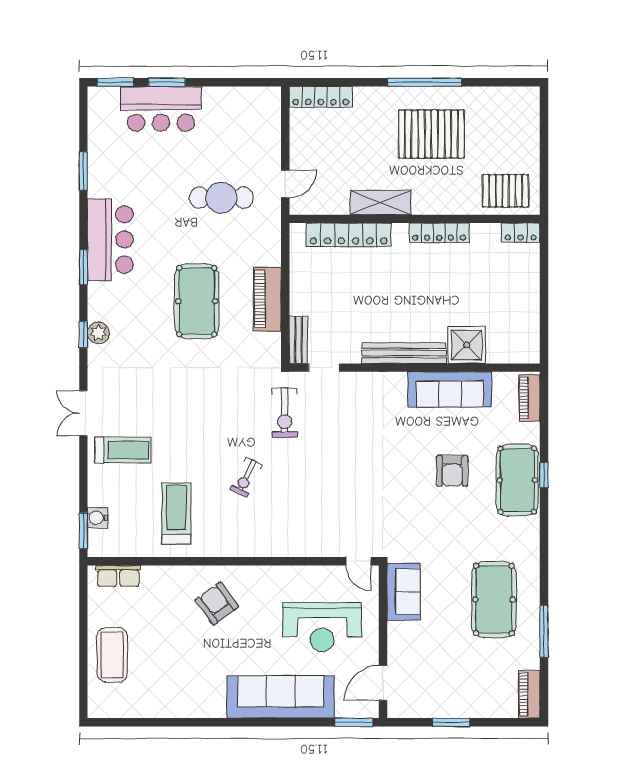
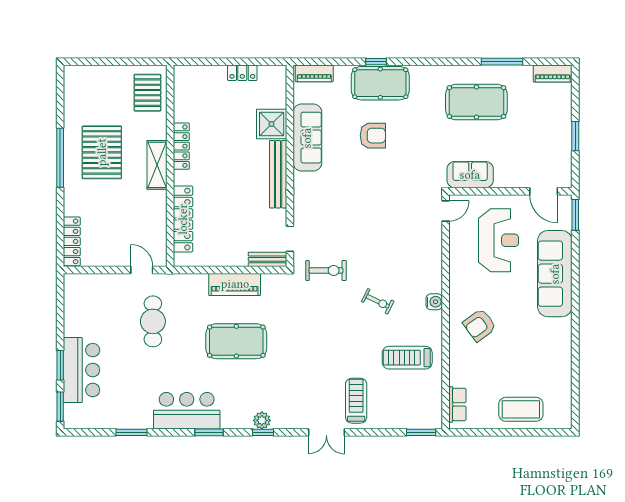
shelving: (381, 203) -> (157, 165), moved
locker: (521, 233) -> (242, 73), moved, turned 90
water cooler: (98, 518) -> (434, 302), moved, turned -90

